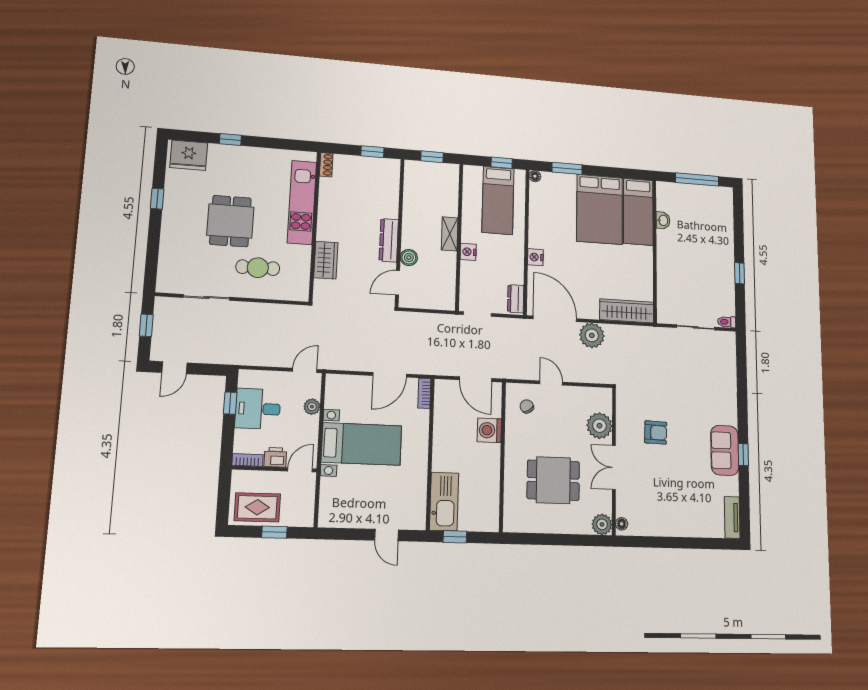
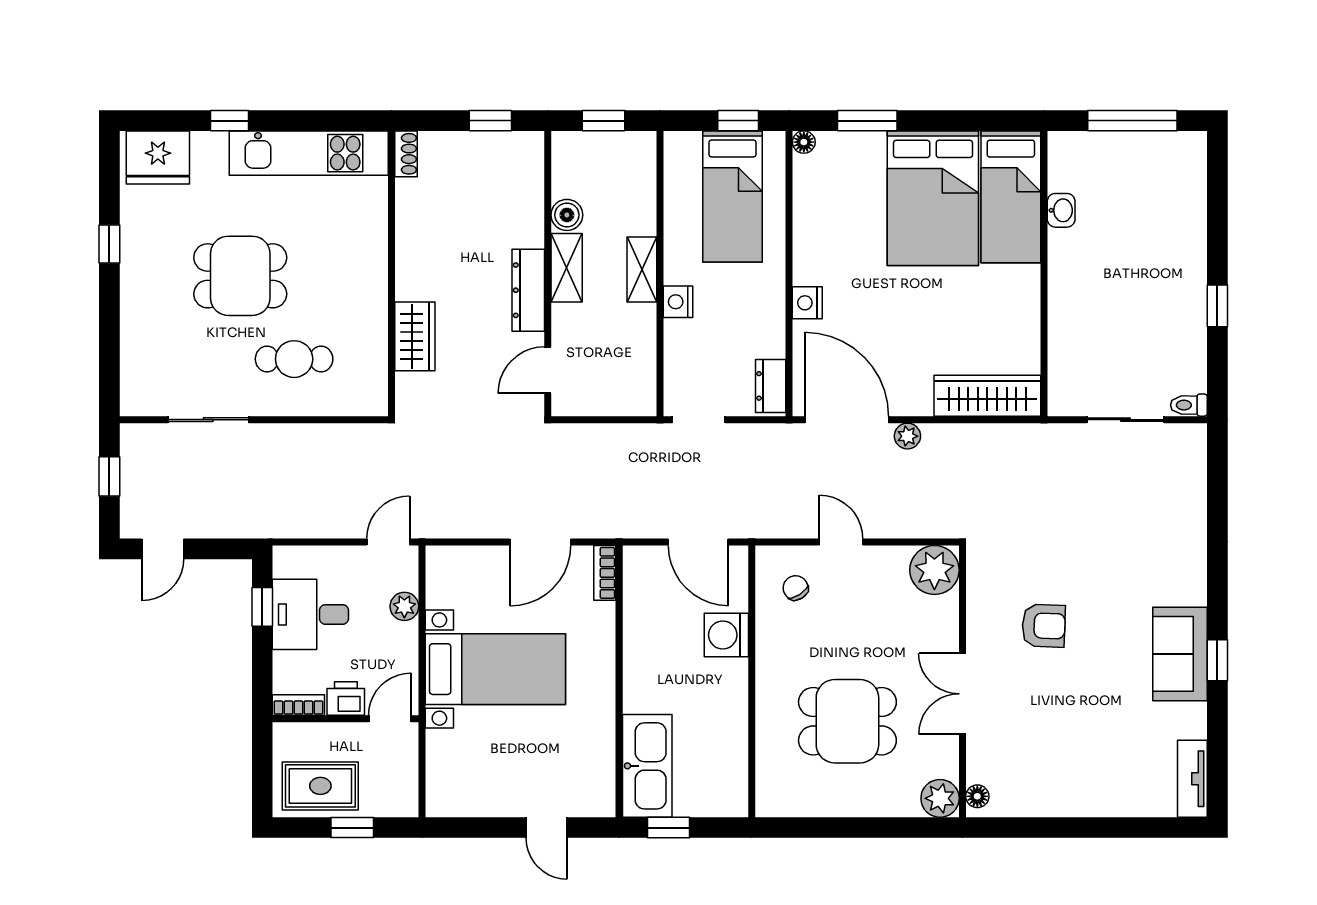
kitchen unit: (302, 202) -> (309, 153), moved, turned -90
dining table: (230, 221) -> (240, 276), turned 90
shelving: (410, 230) -> (567, 268), added
boiler: (409, 258) -> (567, 215), moved
plant: (592, 335) -> (907, 436), width x0.53, depth x0.53
plant: (599, 426) -> (934, 570), moved

